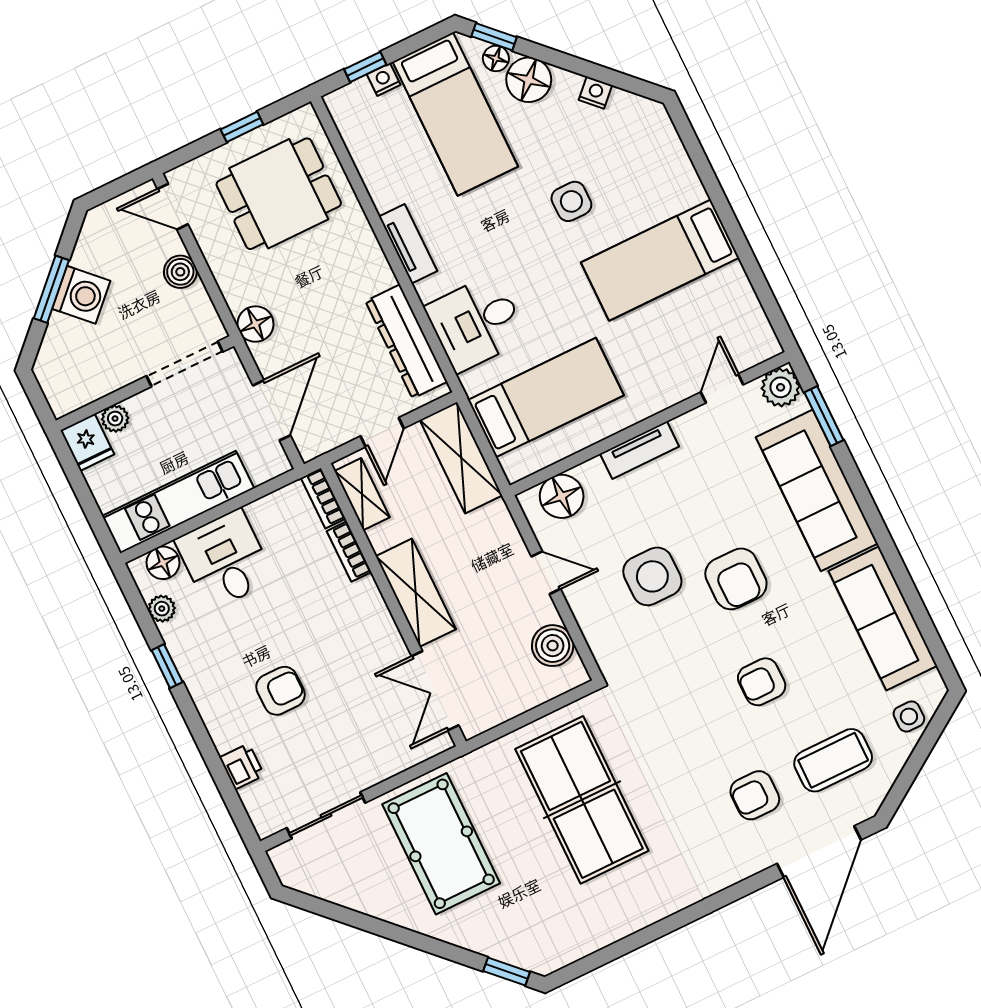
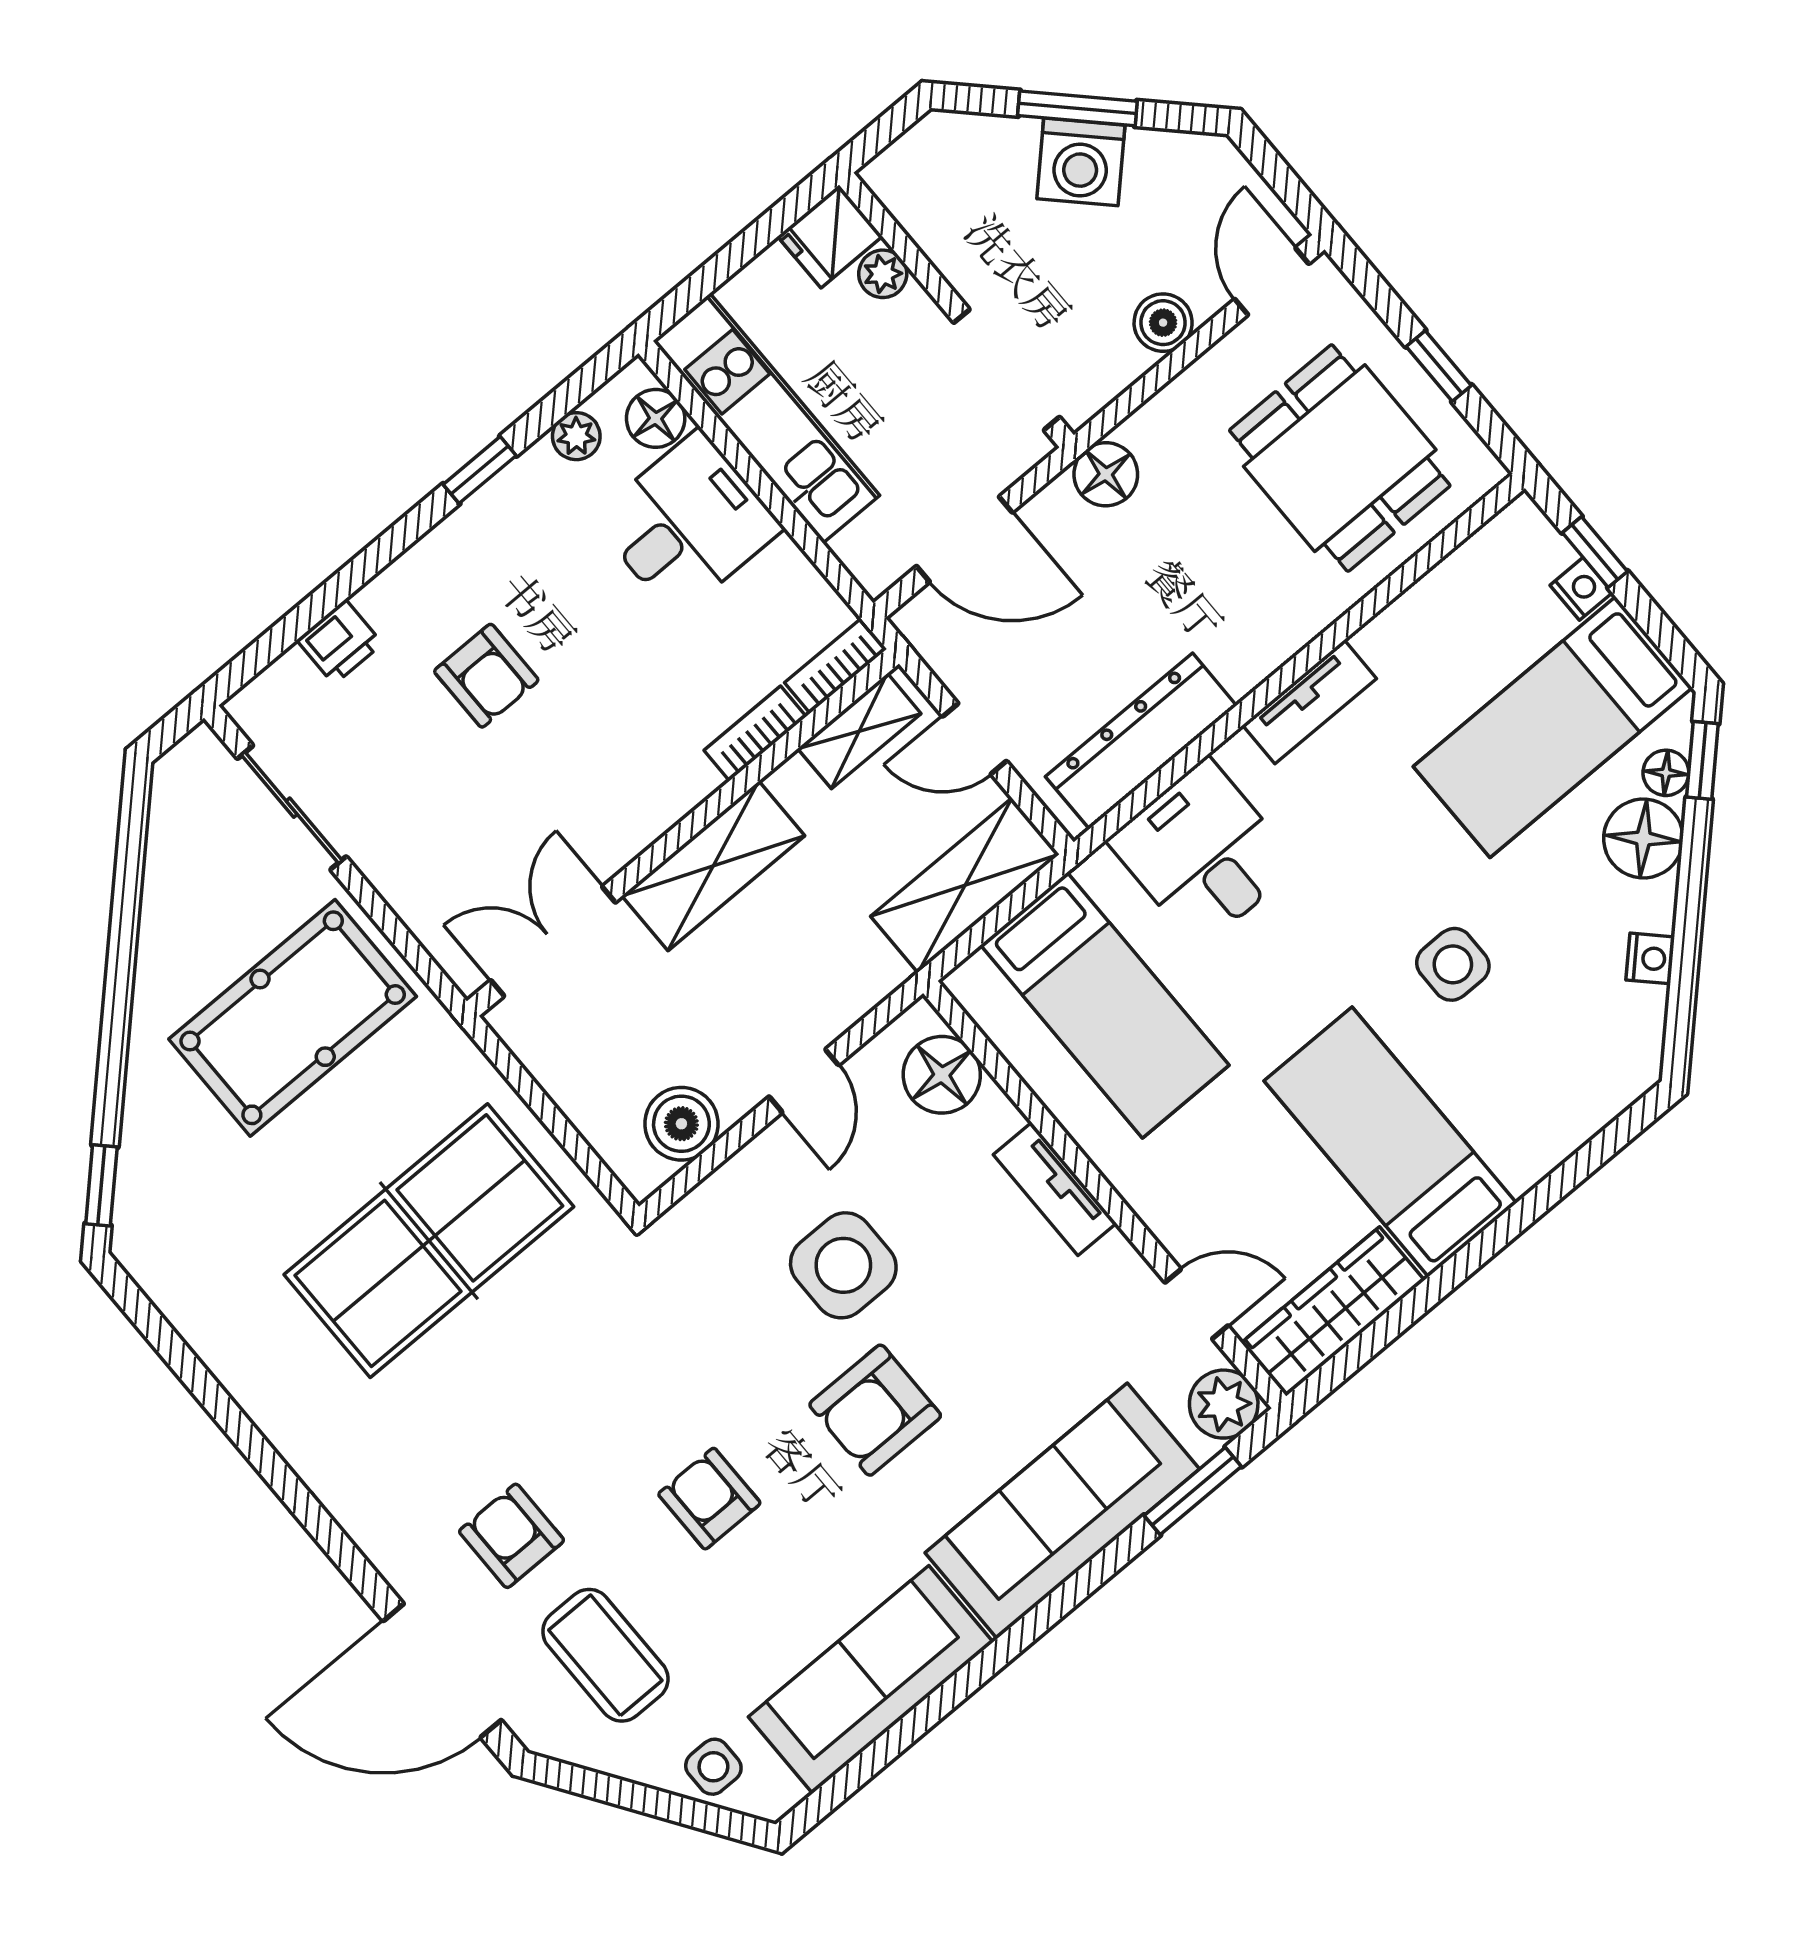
wardrobe: (745, 315) -> (1333, 1311), added

